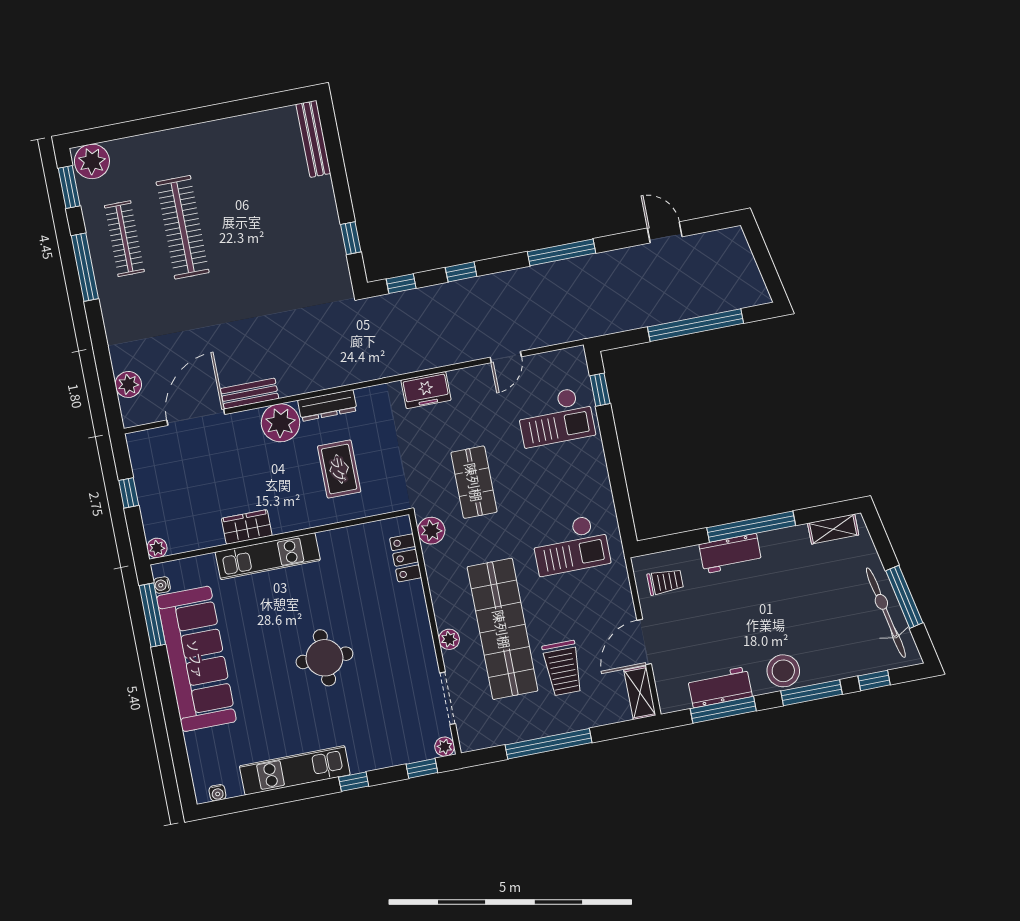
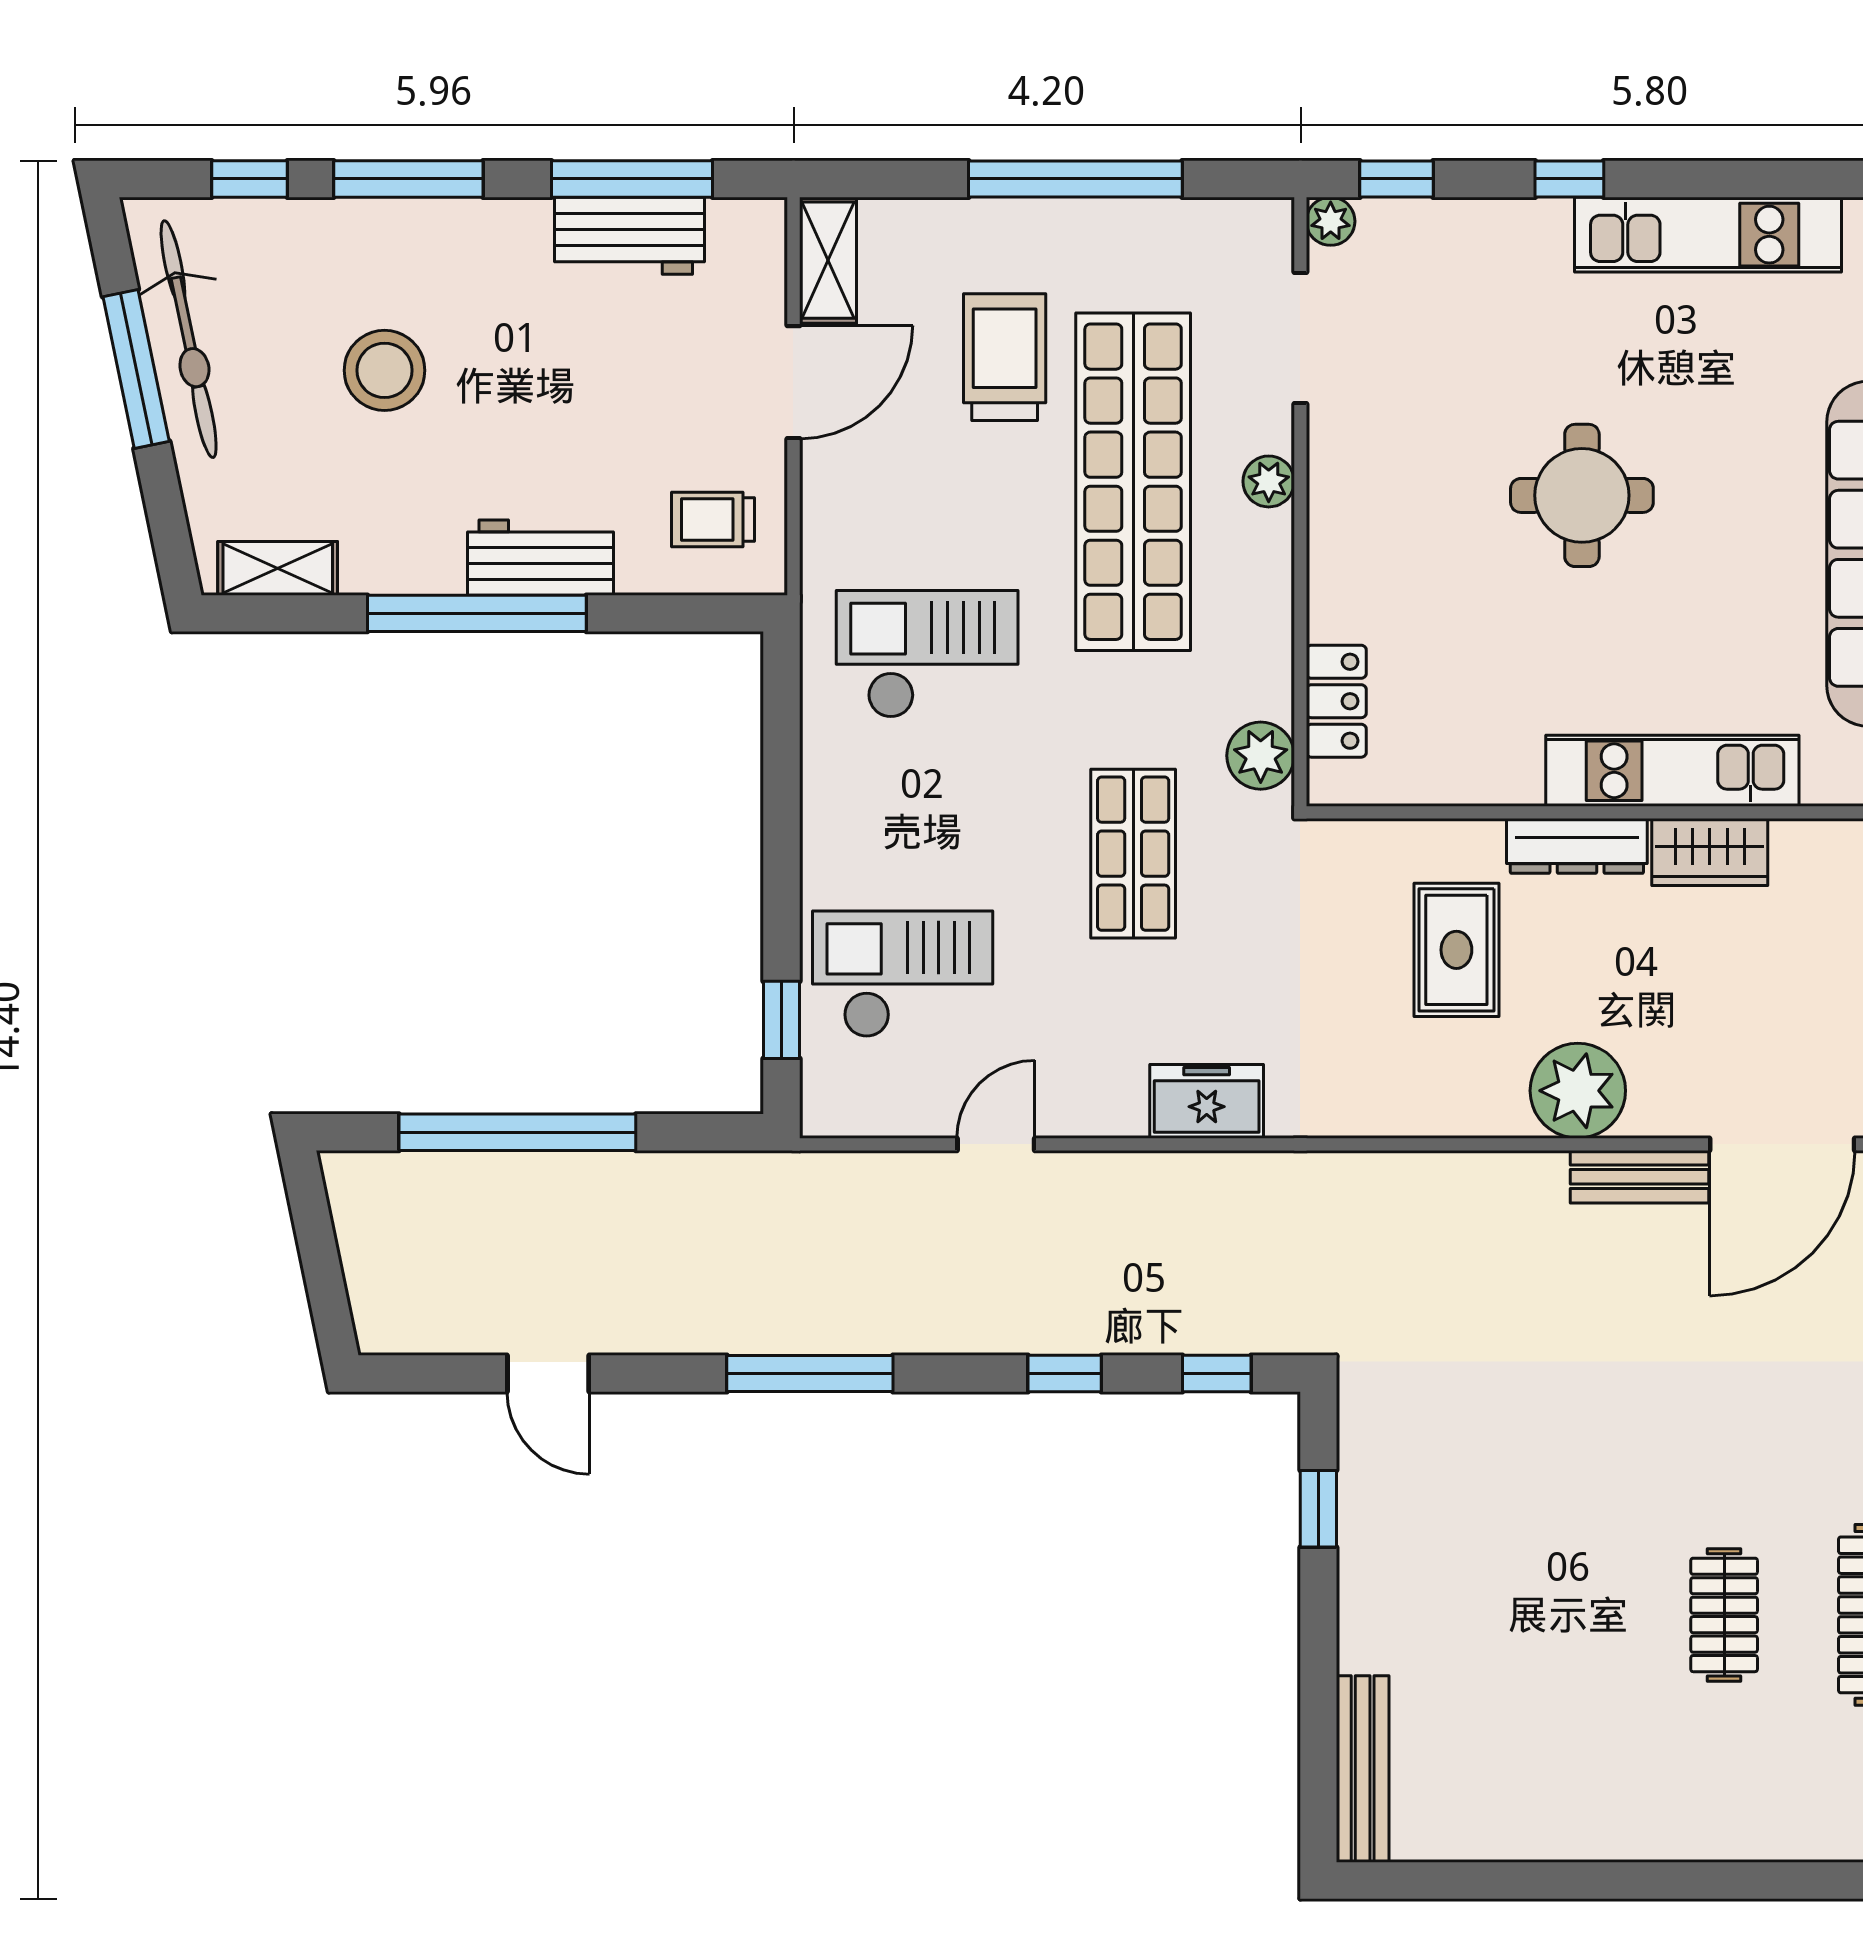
clothes rail: (183, 227) -> (1724, 1615), width x0.54, depth x0.76
dresser: (327, 405) -> (1577, 846), moved, turned 180
stool: (783, 671) -> (384, 370), moved

